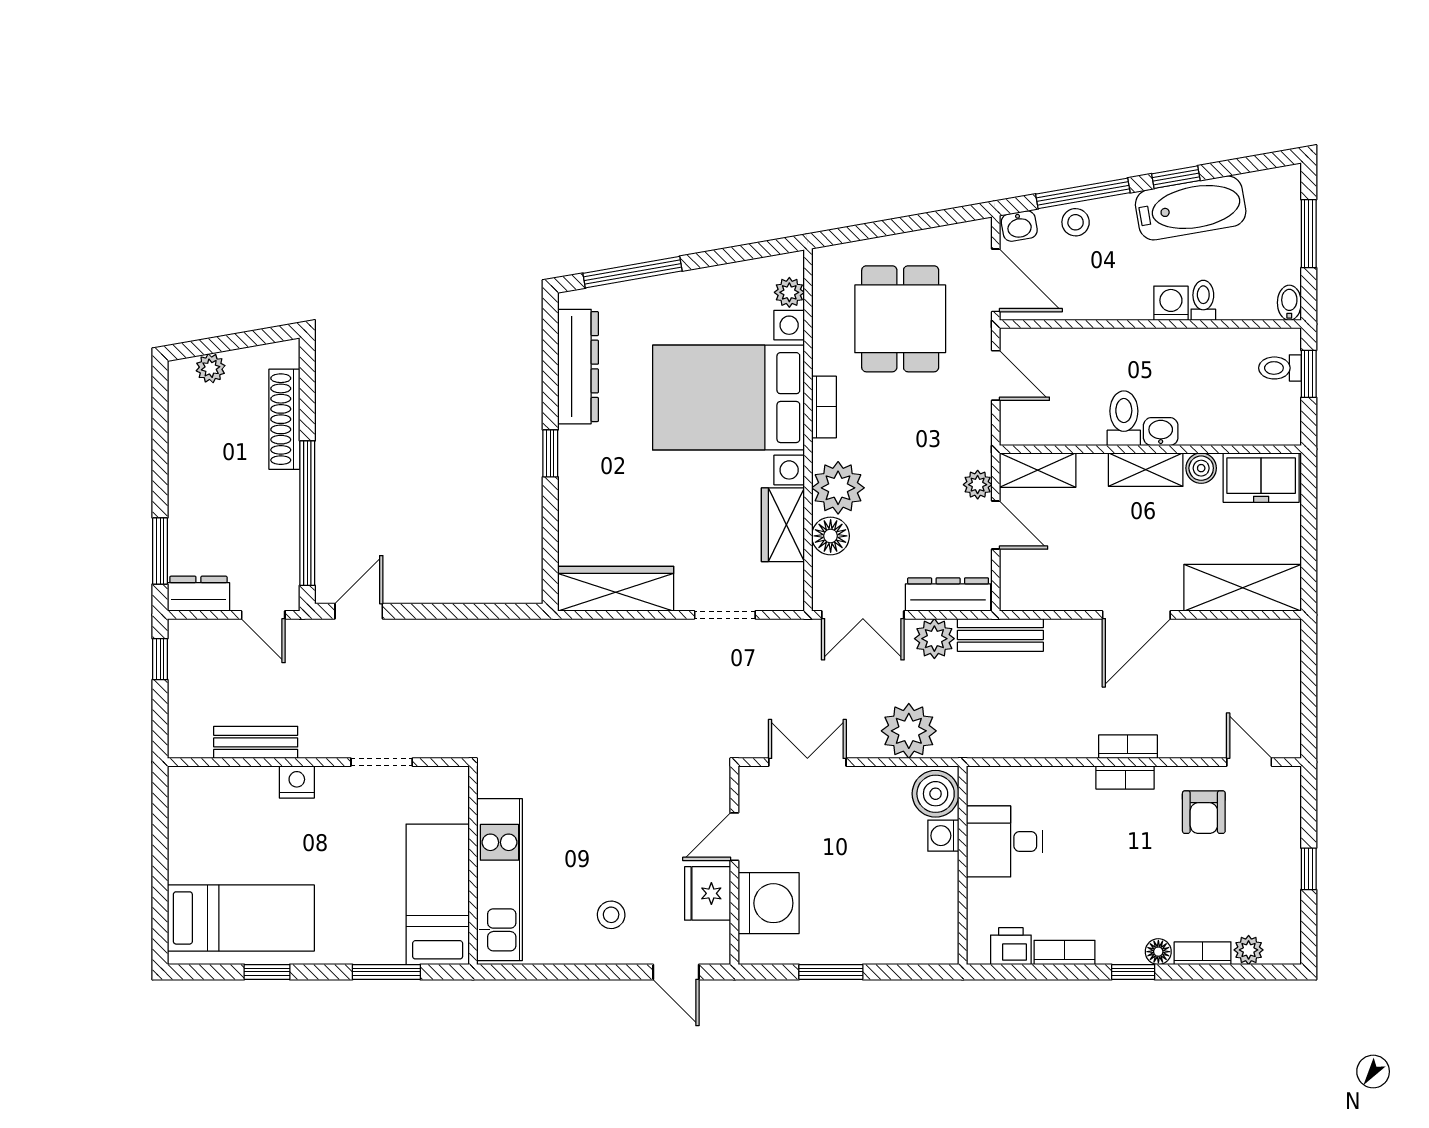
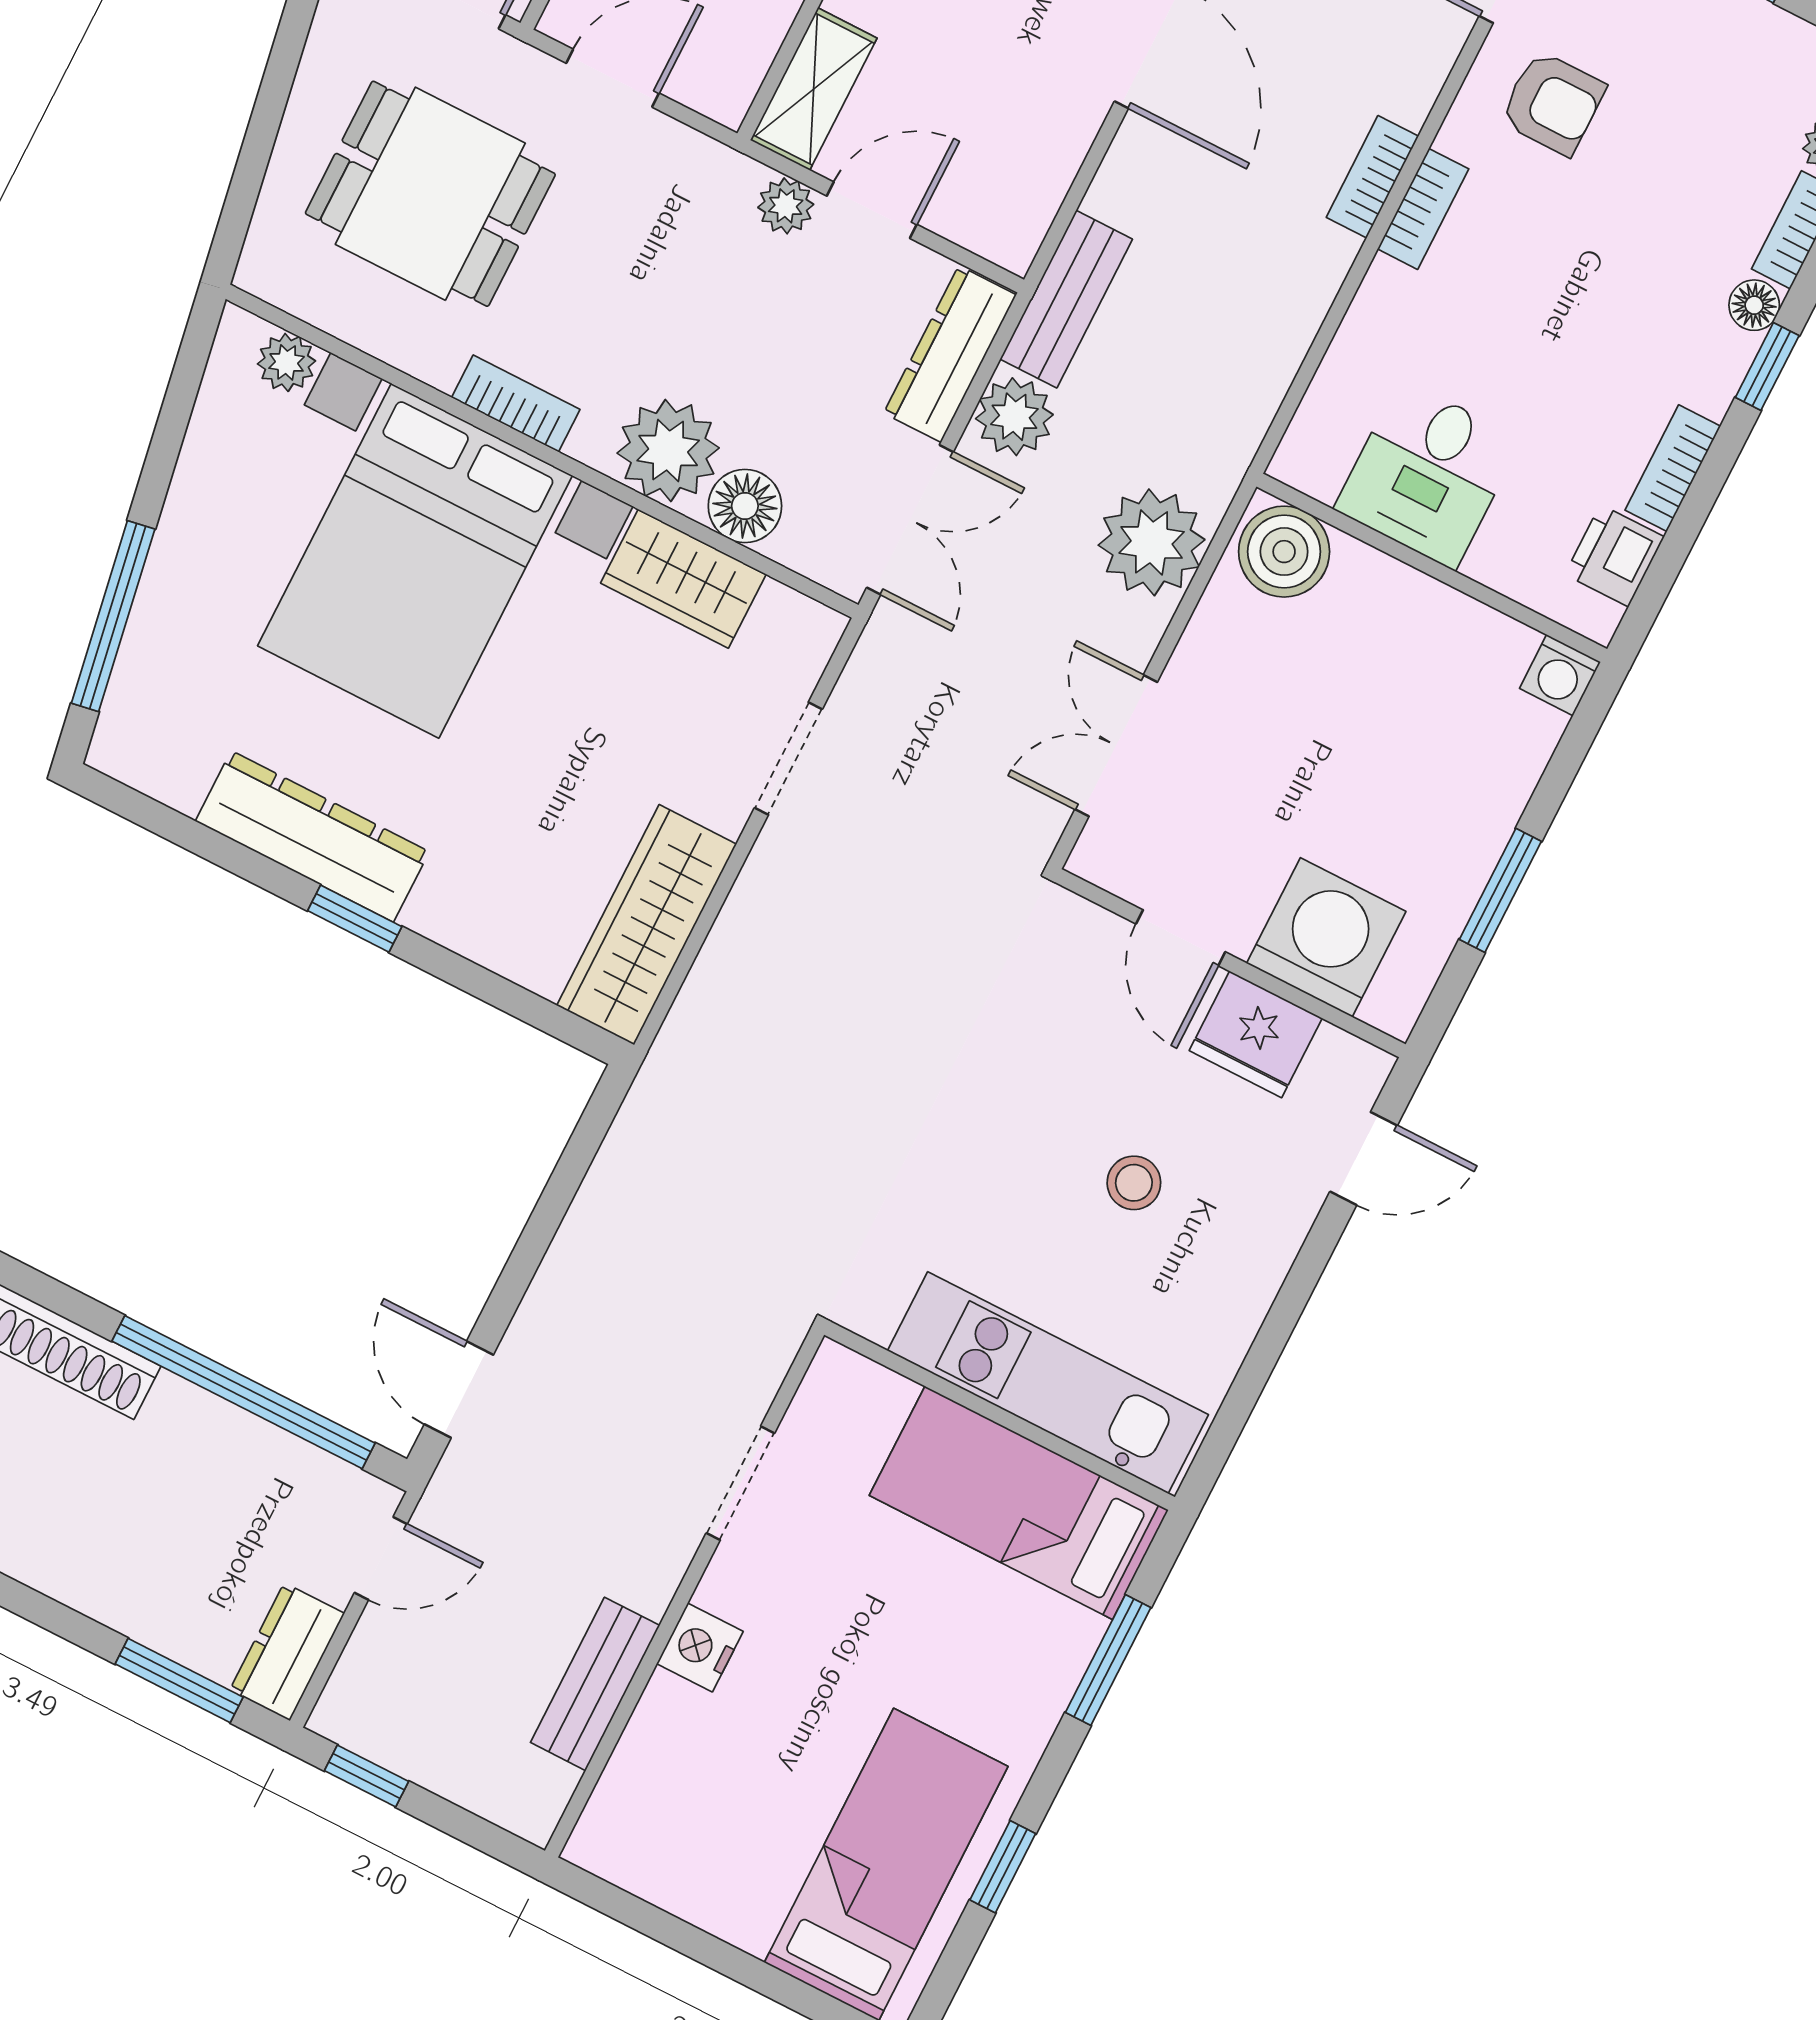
dresser: (578, 367) -> (312, 836), moved
washing machine: (943, 836) -> (1560, 675), moved
stool: (611, 915) -> (1134, 1183), moved

